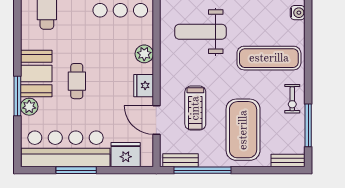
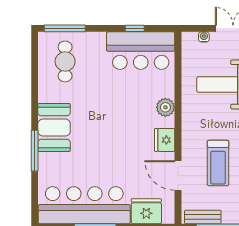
cafe table: (77, 81) -> (96, 135), removed
plant: (29, 107) -> (47, 162), removed

